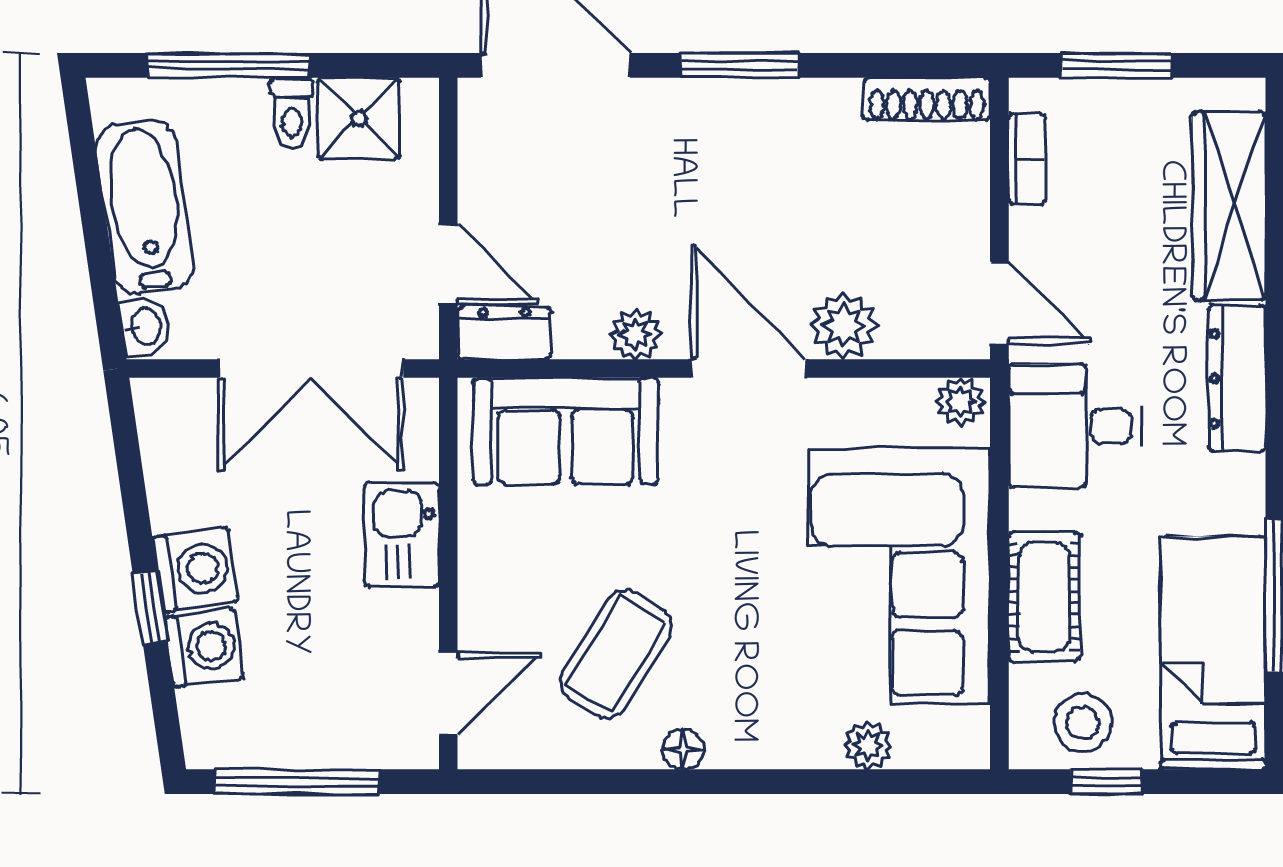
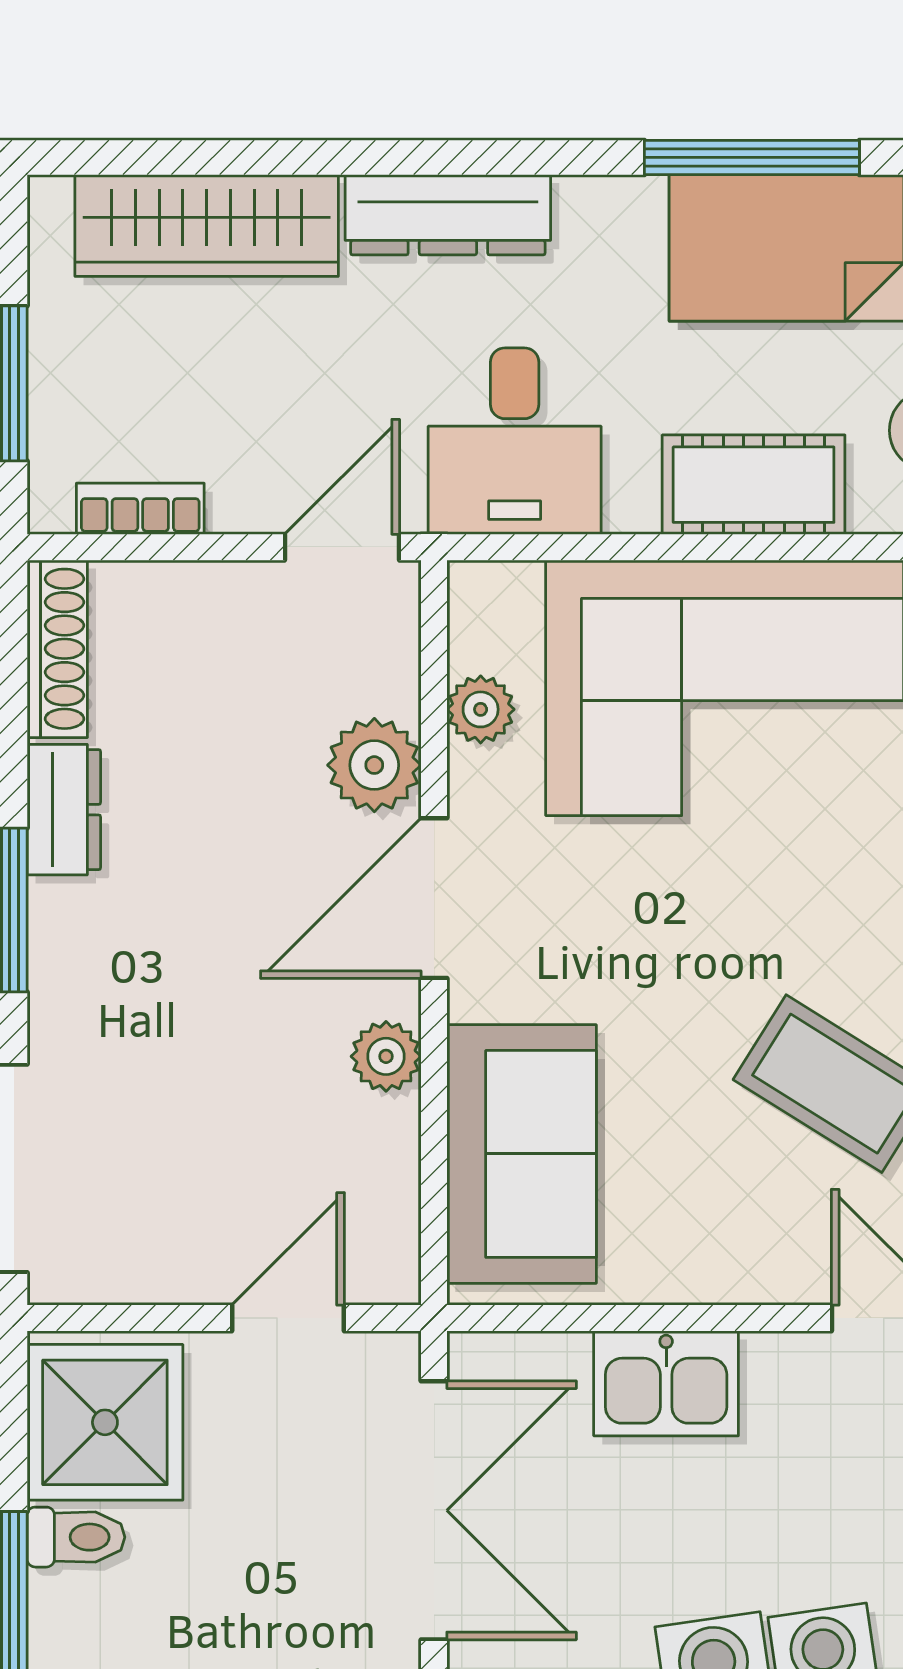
shower: (359, 118) -> (105, 1422), width x1.36, depth x1.36
dresser: (504, 333) -> (64, 810), moved, turned 180
plant: (960, 402) -> (481, 709), moved

